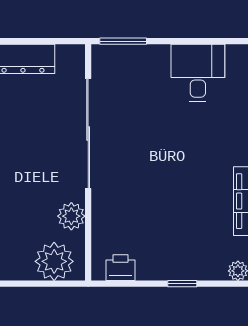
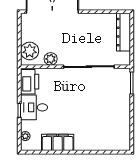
desk: (198, 73) -> (34, 107), moved, turned 180
printer: (120, 268) -> (30, 82), width x1.87, depth x1.48

